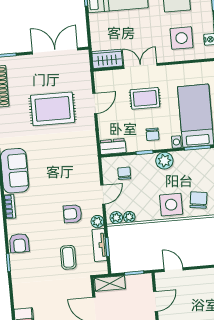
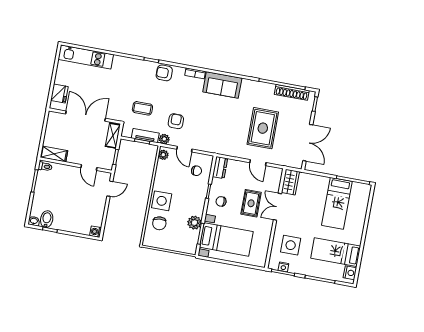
double door: (141, 66) -> (277, 207), swing flipped
plant: (164, 161) -> (194, 223), moved
chair: (198, 200) -> (159, 223), turned 76
plant: (129, 217) -> (161, 165), removed

